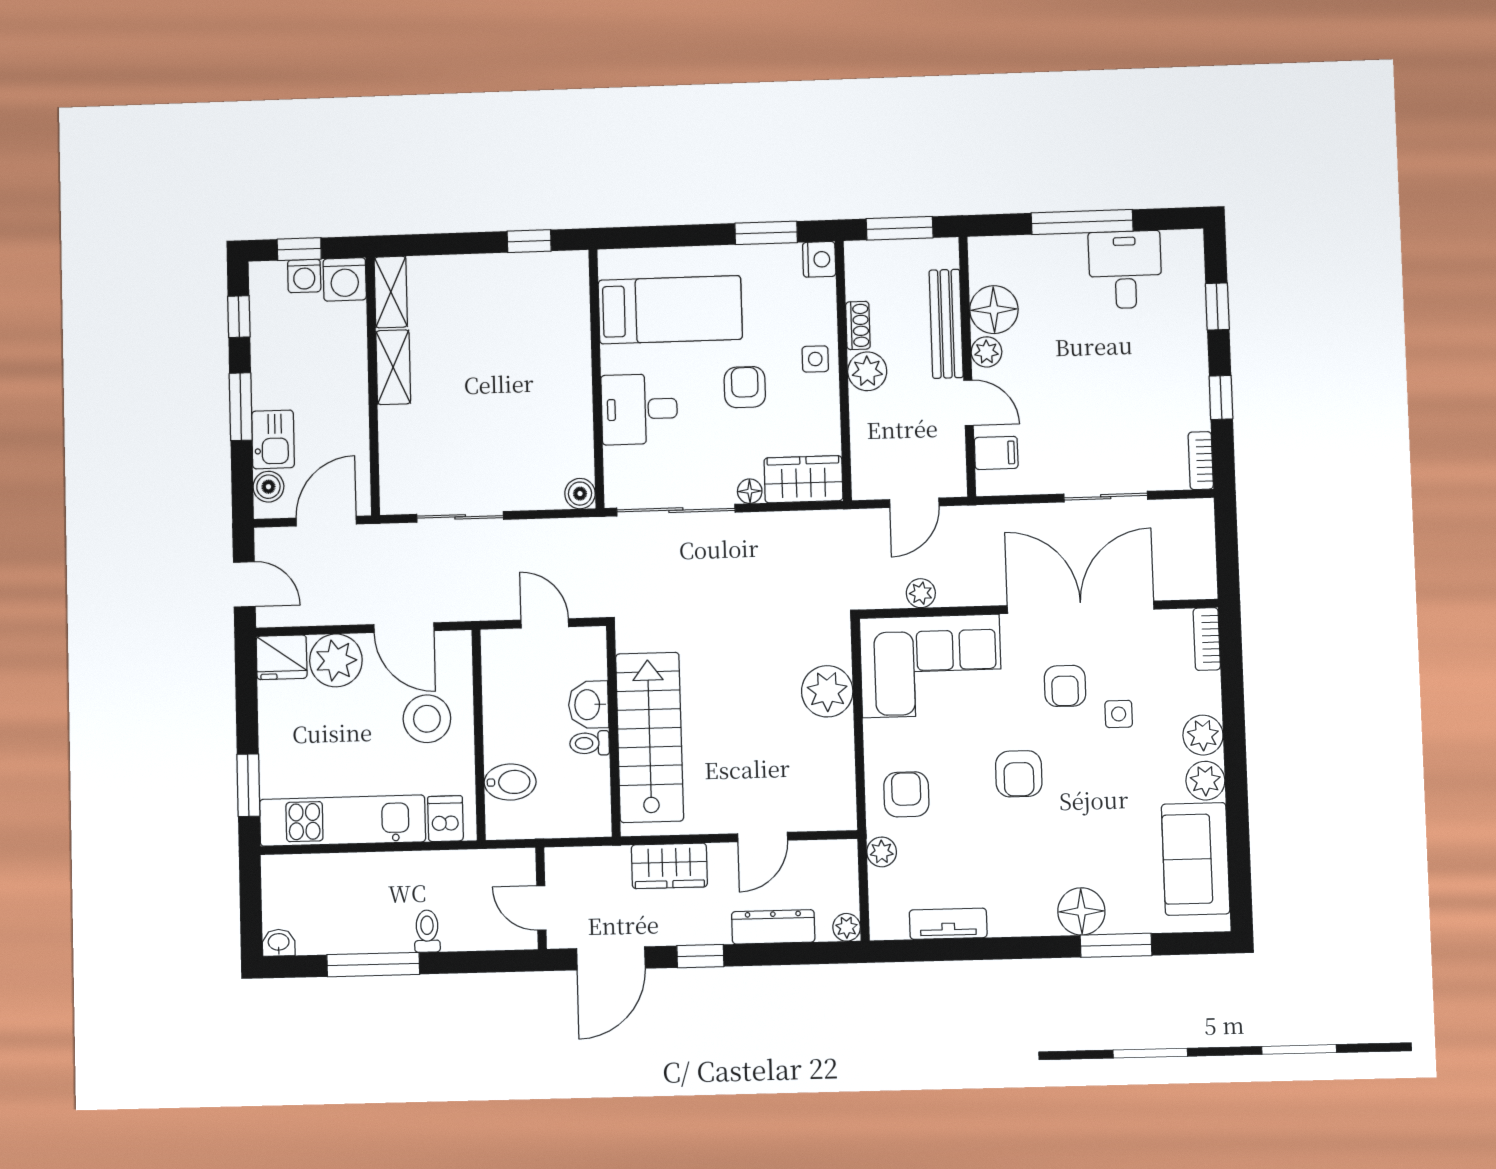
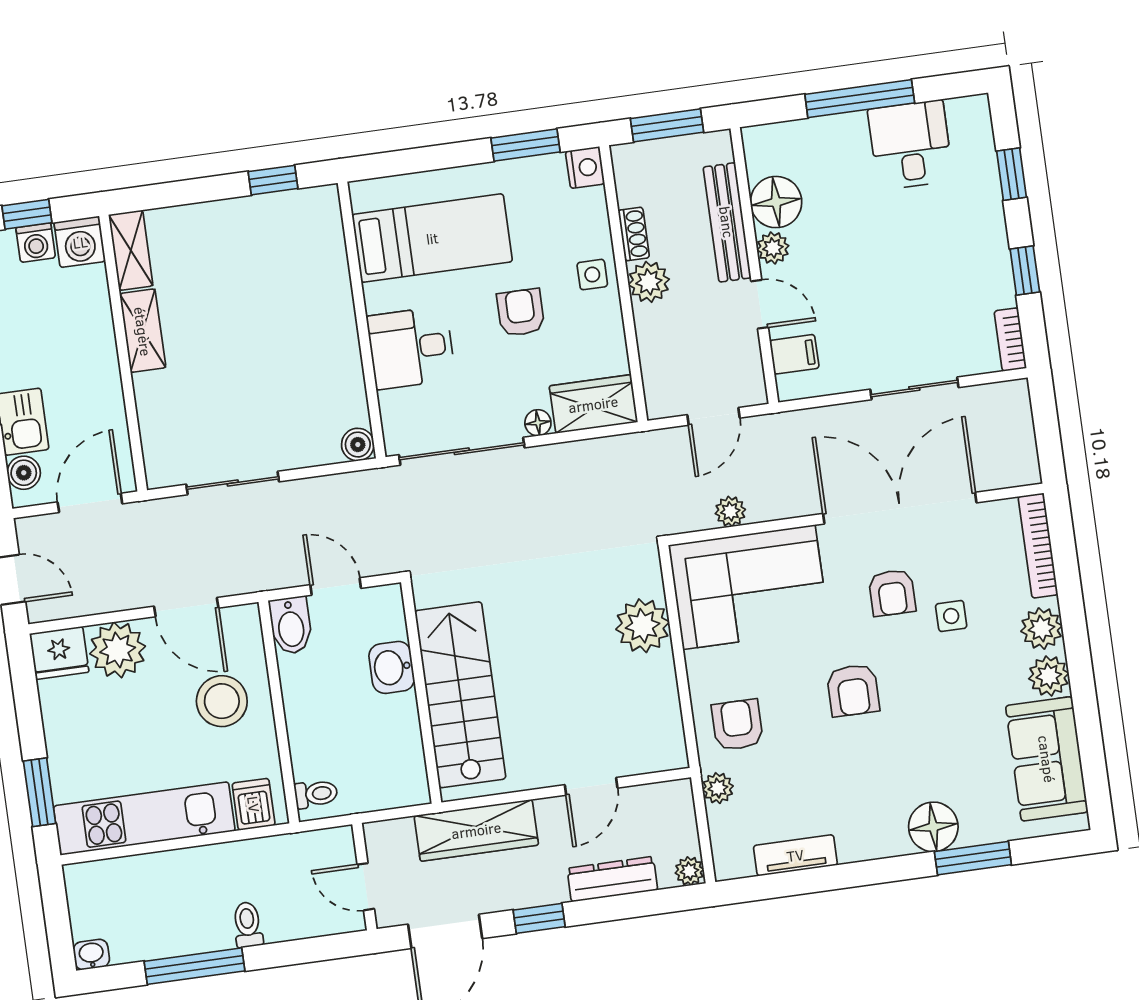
bookcase: (1207, 639) -> (1038, 546), width x1.56
toilet: (590, 743) -> (316, 794), moved, turned 180
bidet: (510, 782) -> (291, 625), moved, turned 90
wardrobe: (669, 866) -> (476, 830), width x1.50

